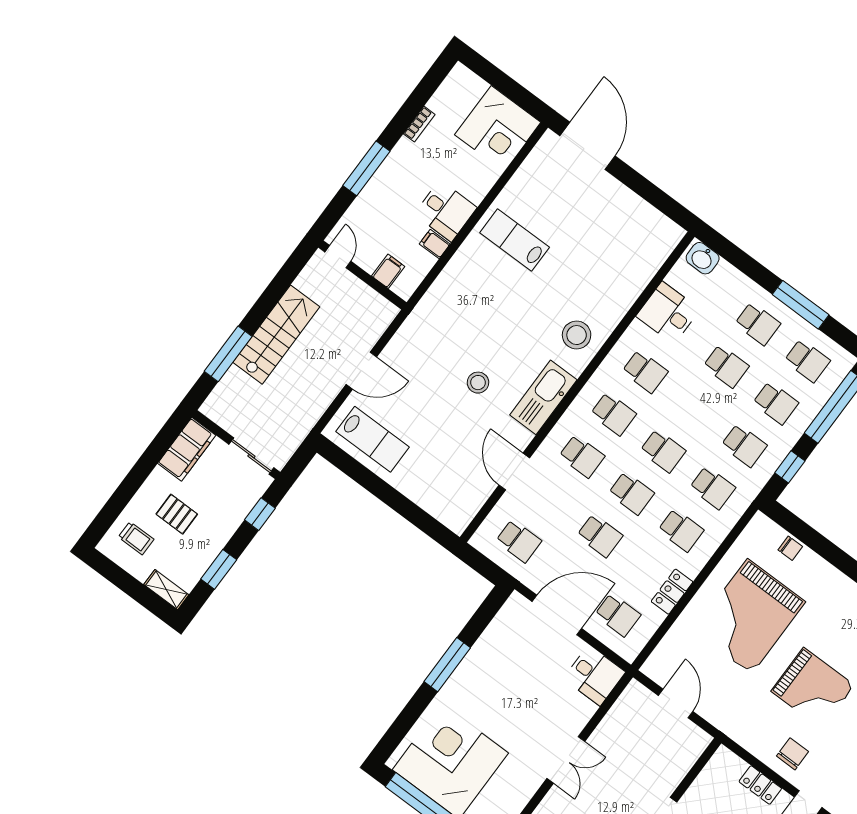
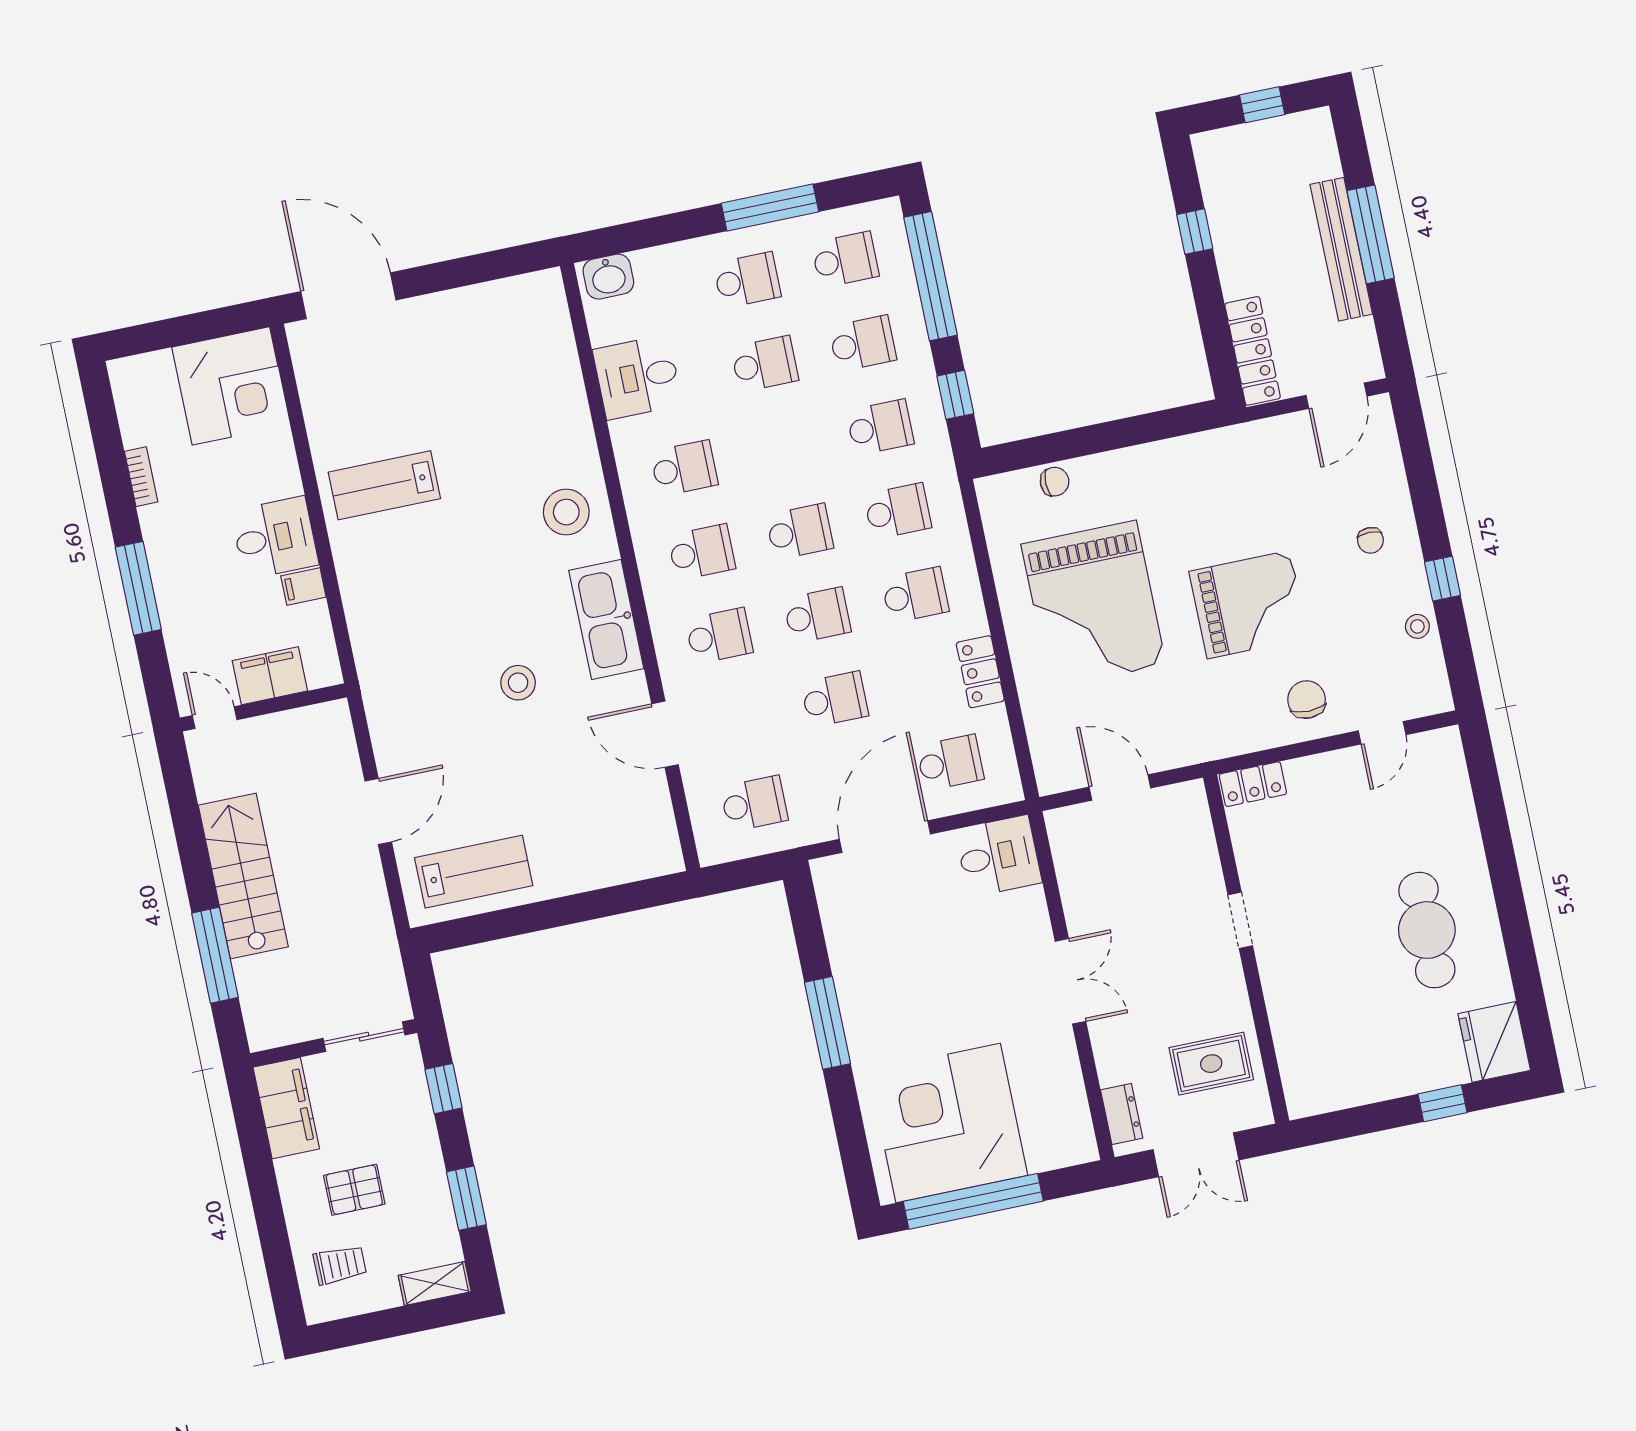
filing cabinet: (388, 271) -> (270, 676), width x2.00
locker: (760, 785) -> (1253, 784), moved

